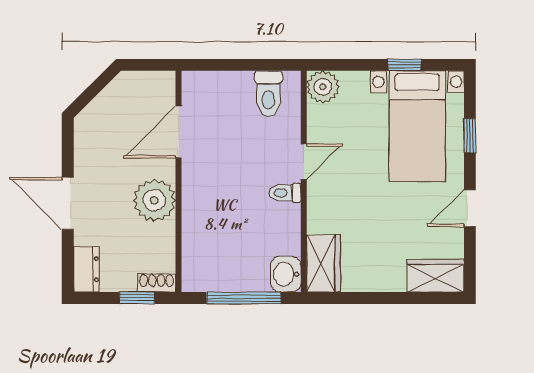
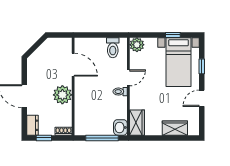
door: (178, 132) -> (73, 65), swing flipped
wardrobe: (436, 276) -> (175, 128), moved
window: (137, 298) -> (44, 138), moved

